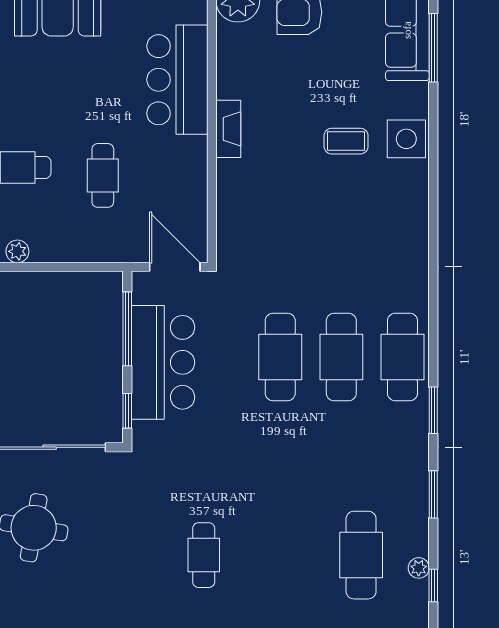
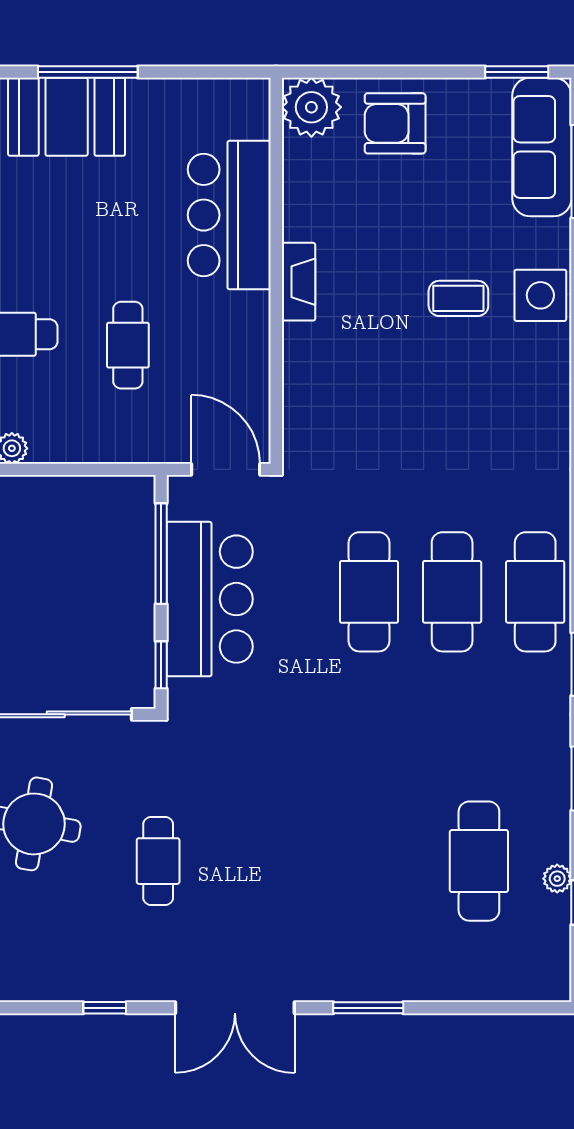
cafe table: (204, 555) -> (158, 861), moved

